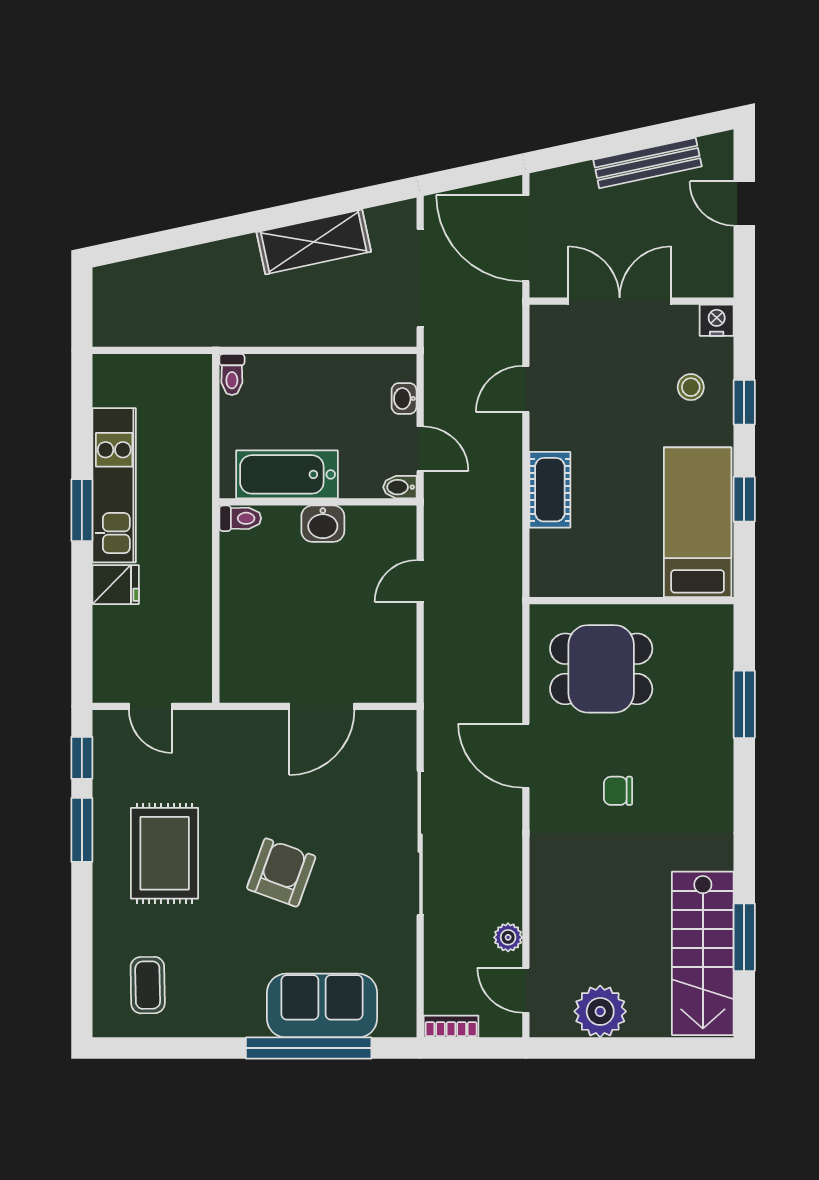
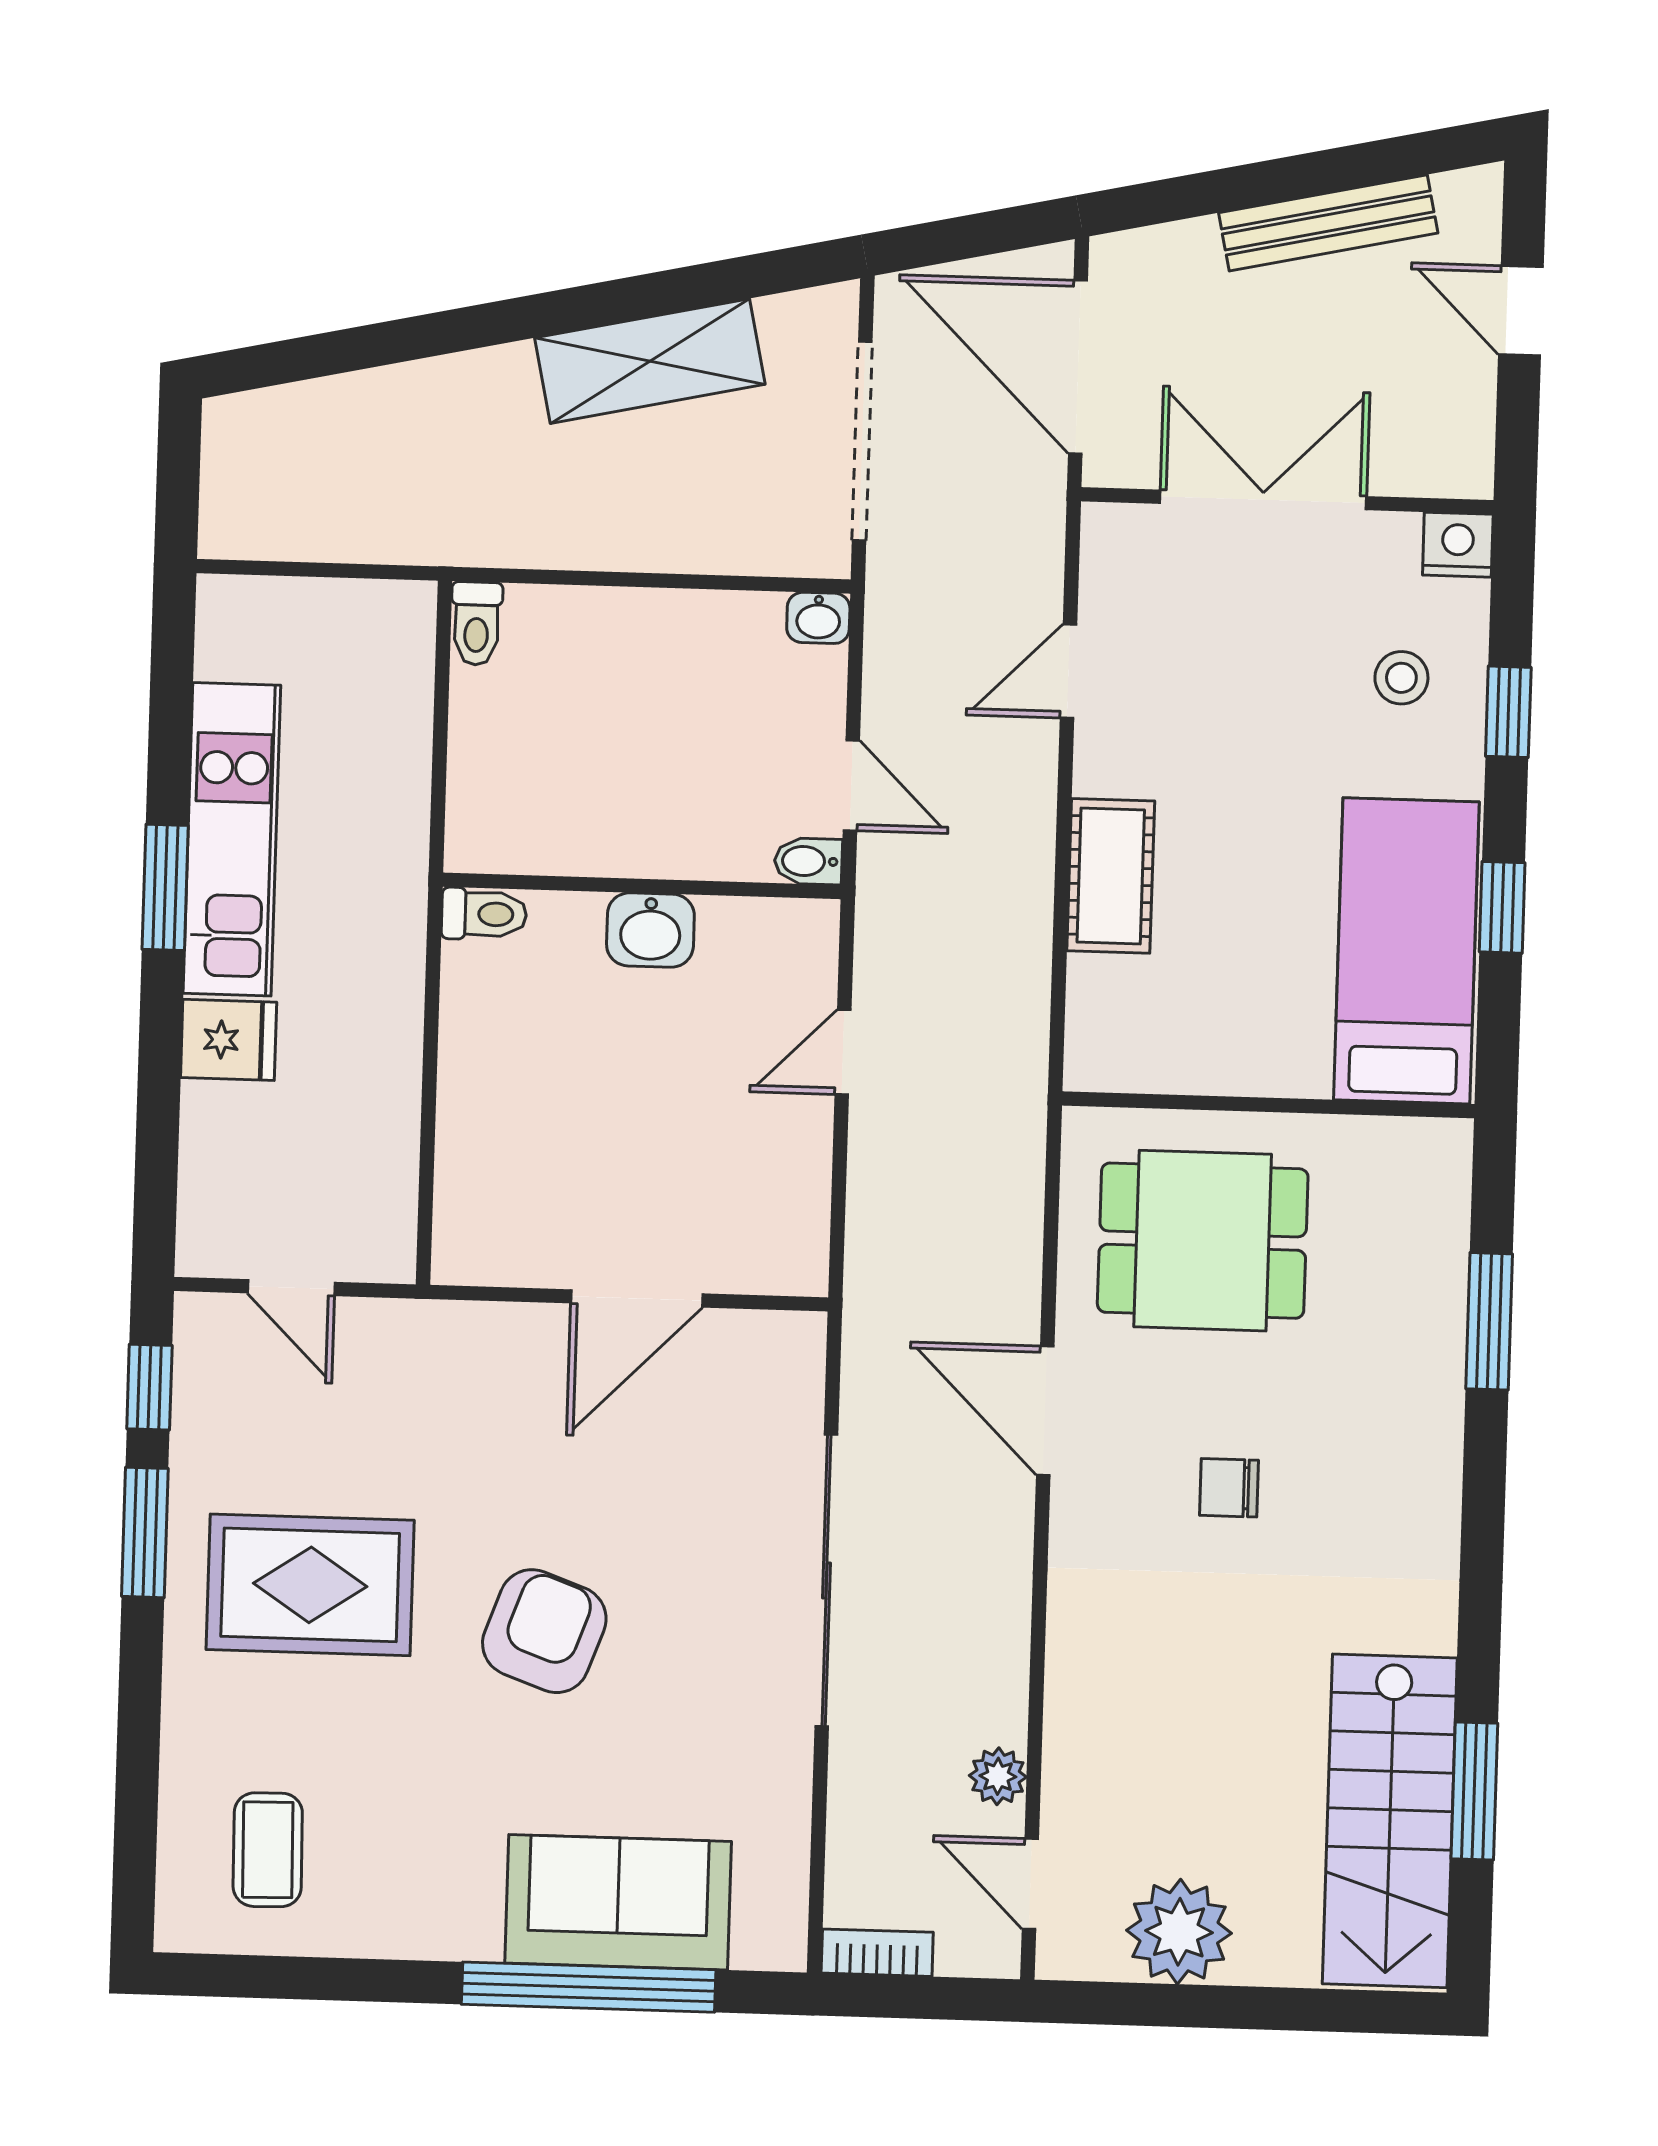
washbasin: (404, 399) -> (818, 618), moved, turned -90
bathtub: (287, 474) -> (581, 828), removed
rug: (165, 853) -> (310, 1585), turned 90

